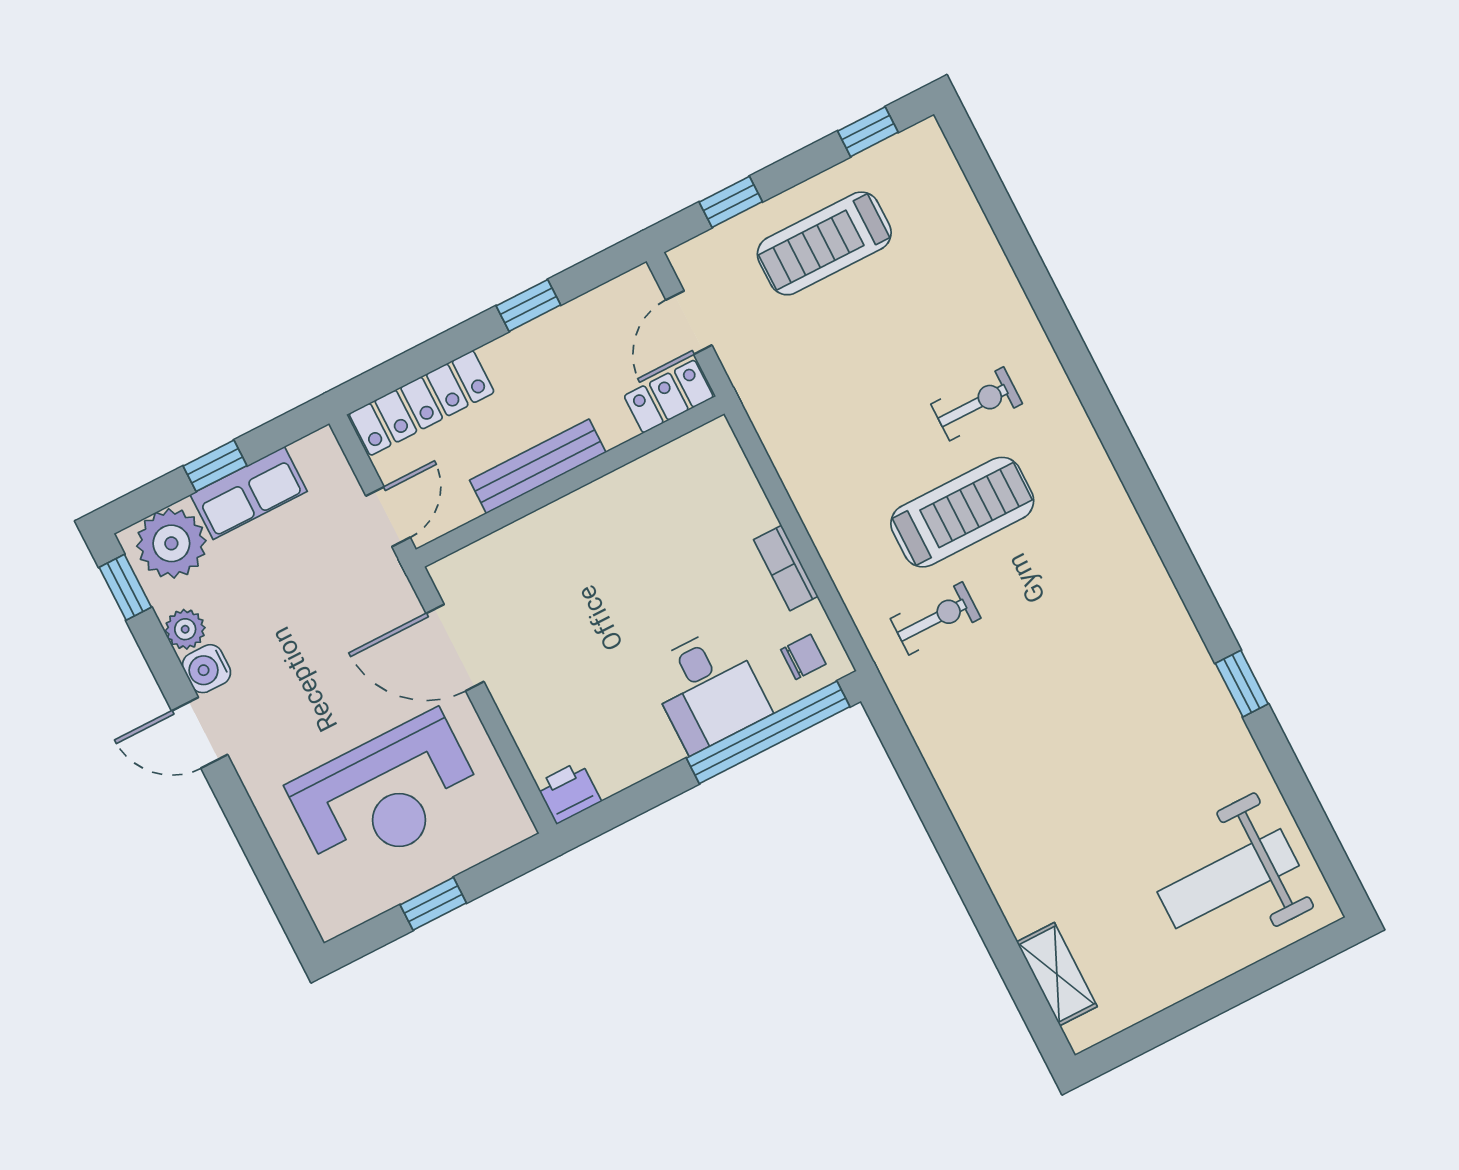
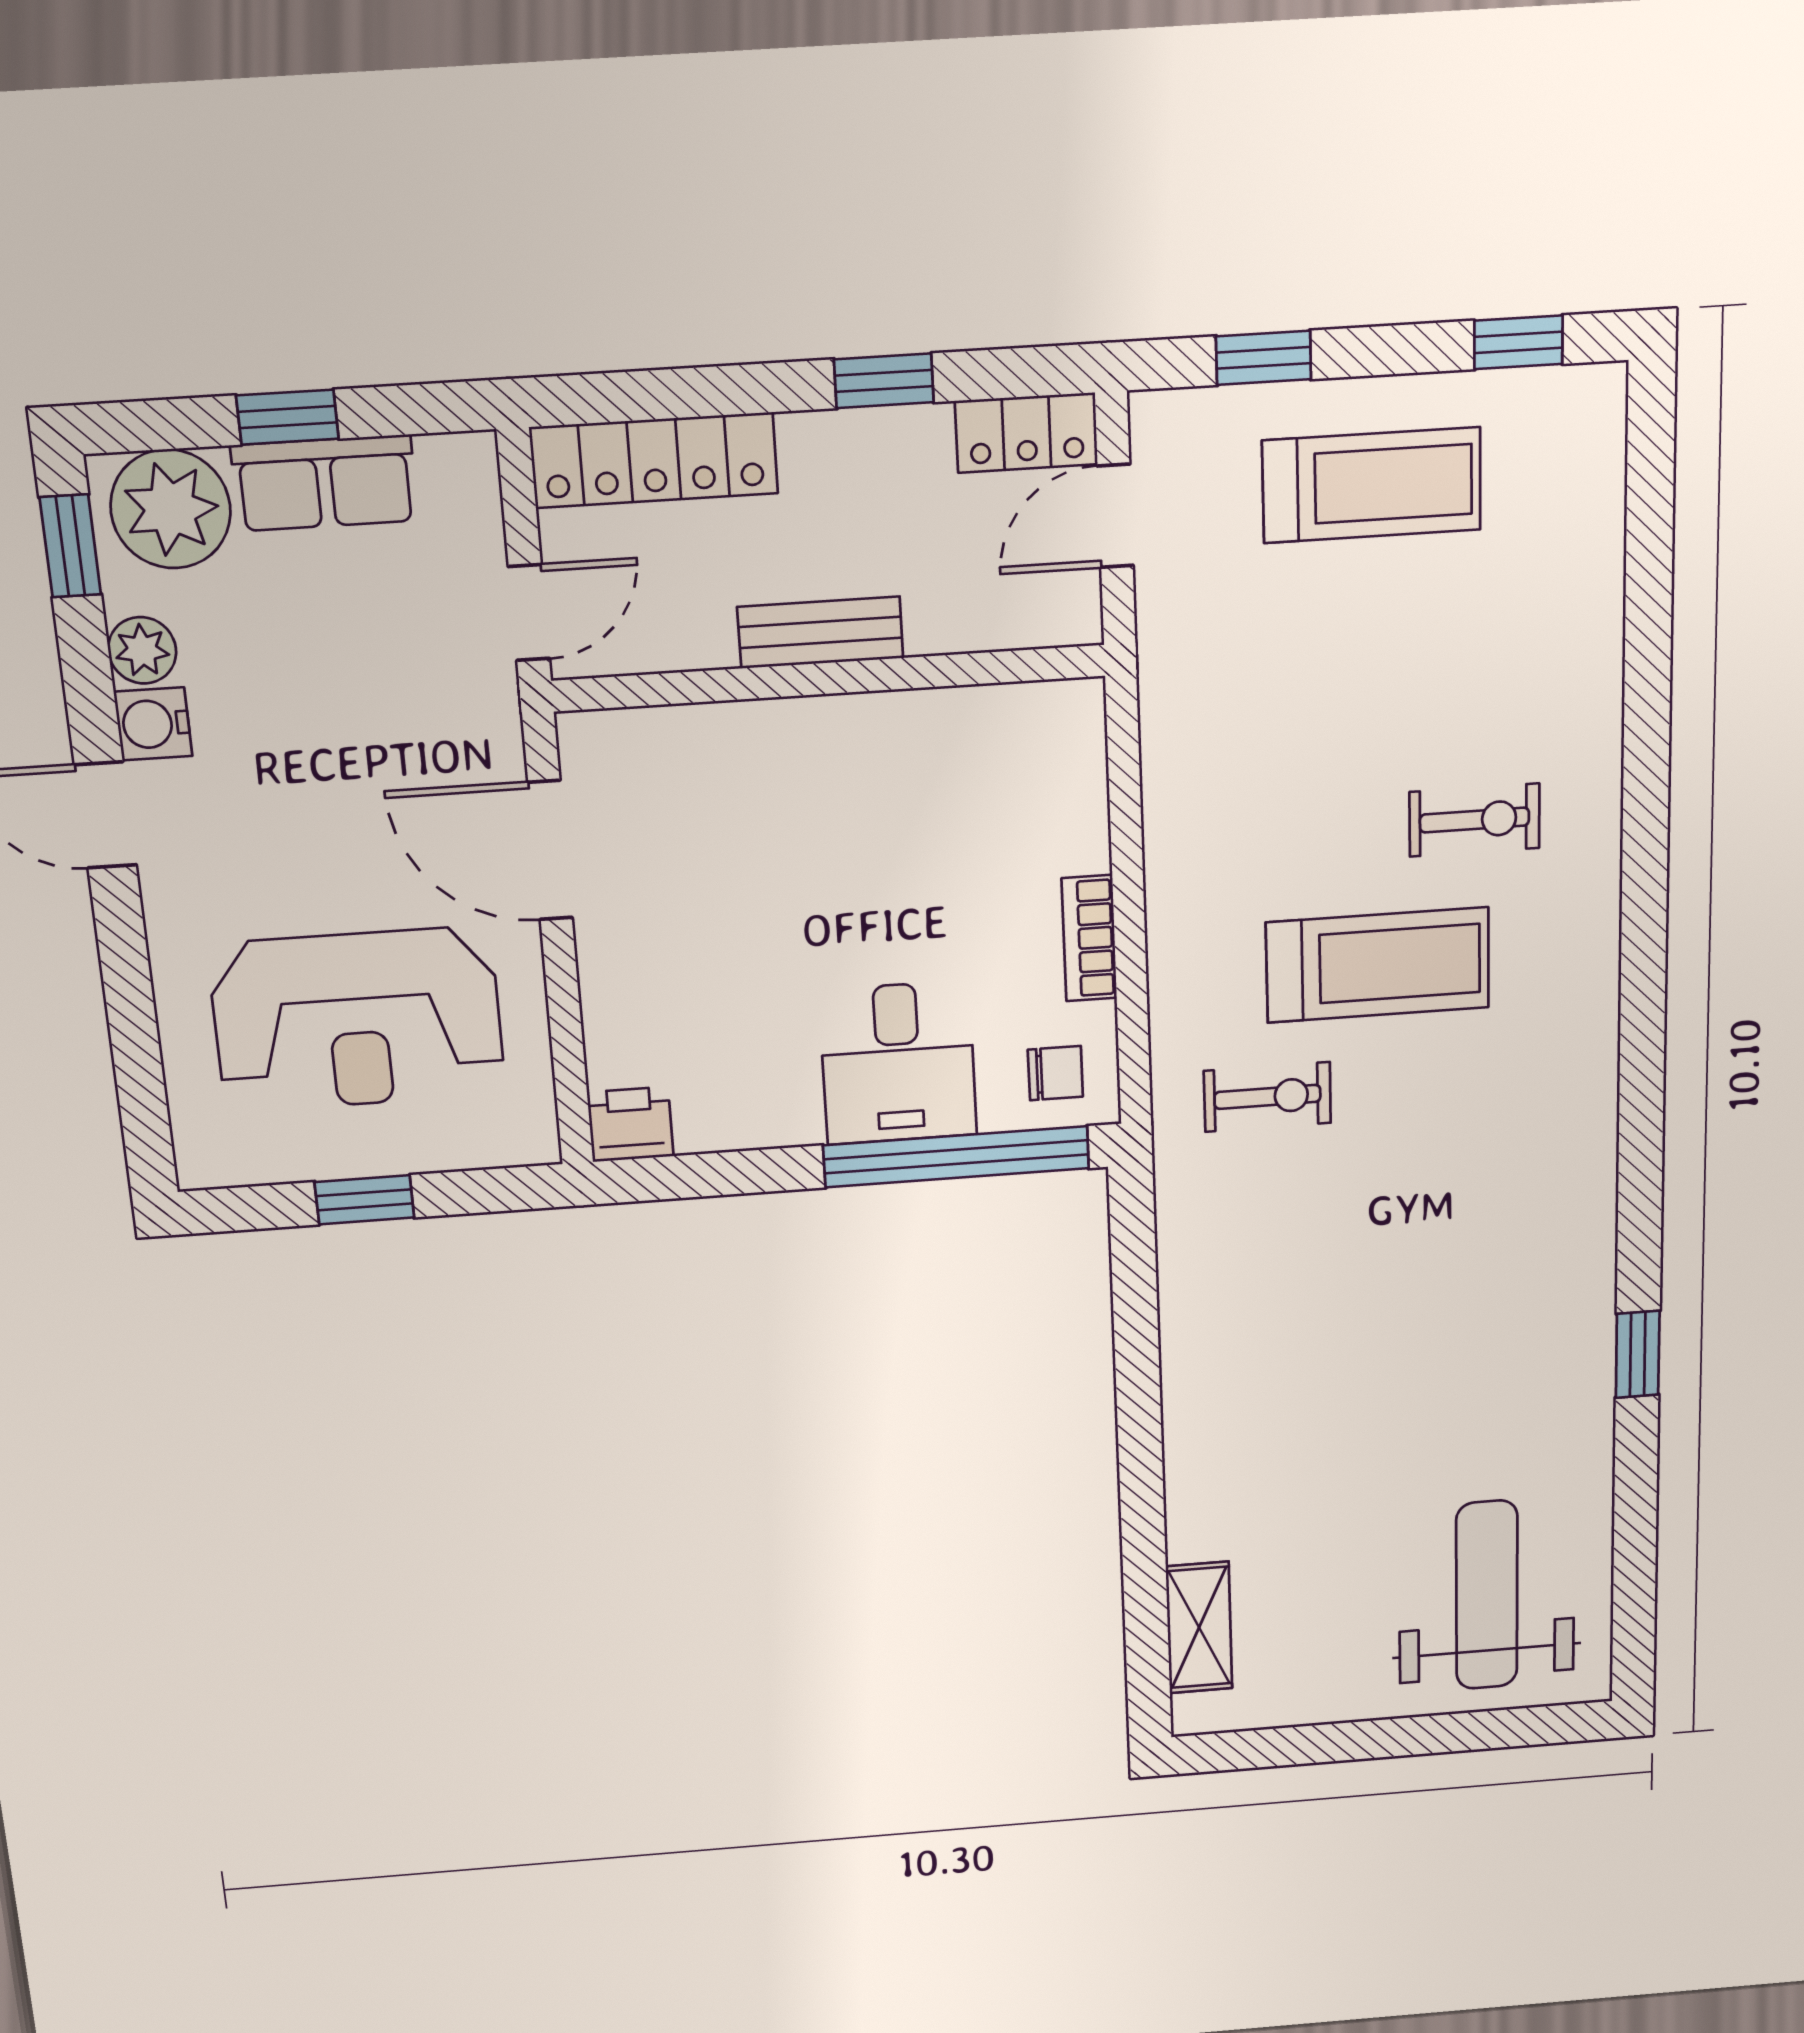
treadmill: (824, 243) -> (1372, 485), turned 180
locker: (669, 396) -> (1026, 433), moved, turned 180
bench: (538, 466) -> (820, 632), width x0.73
weight bench: (1228, 879) -> (1487, 1595), turned 90

